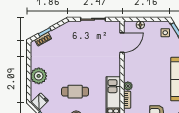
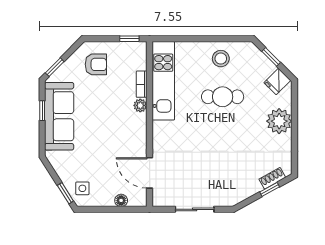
door: (122, 43) -> (150, 173), hinge flipped

